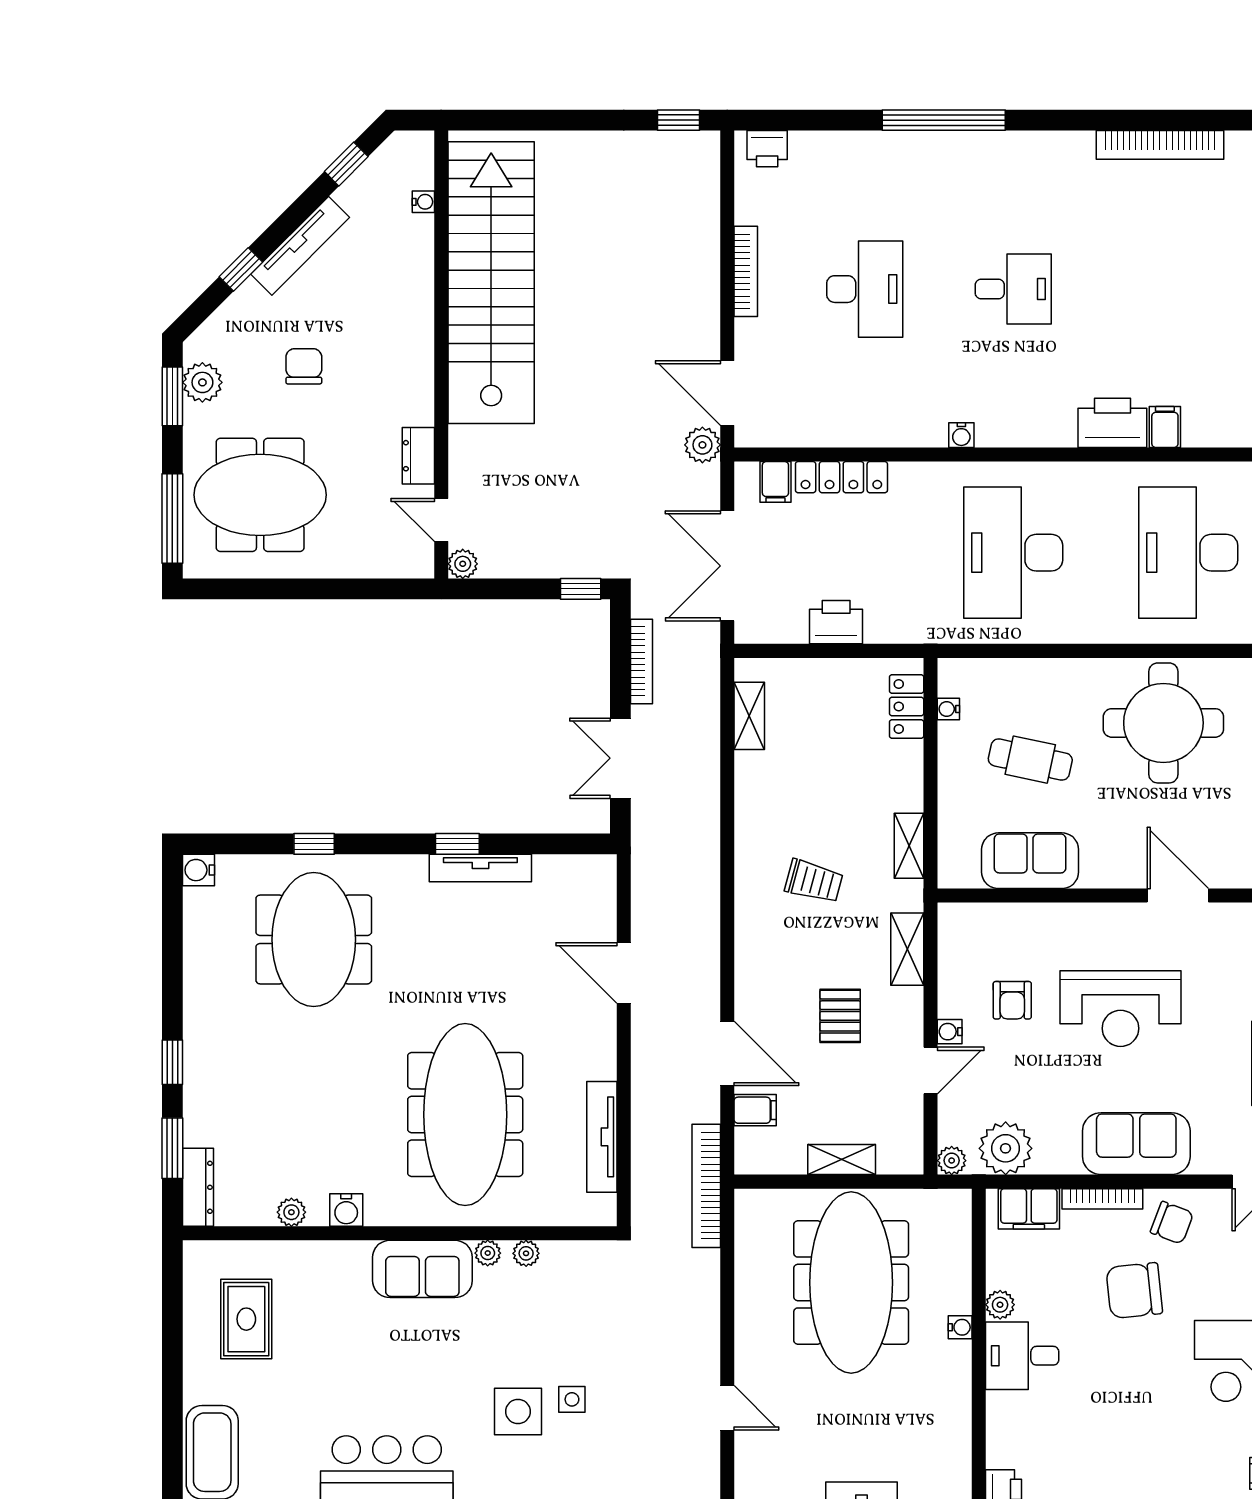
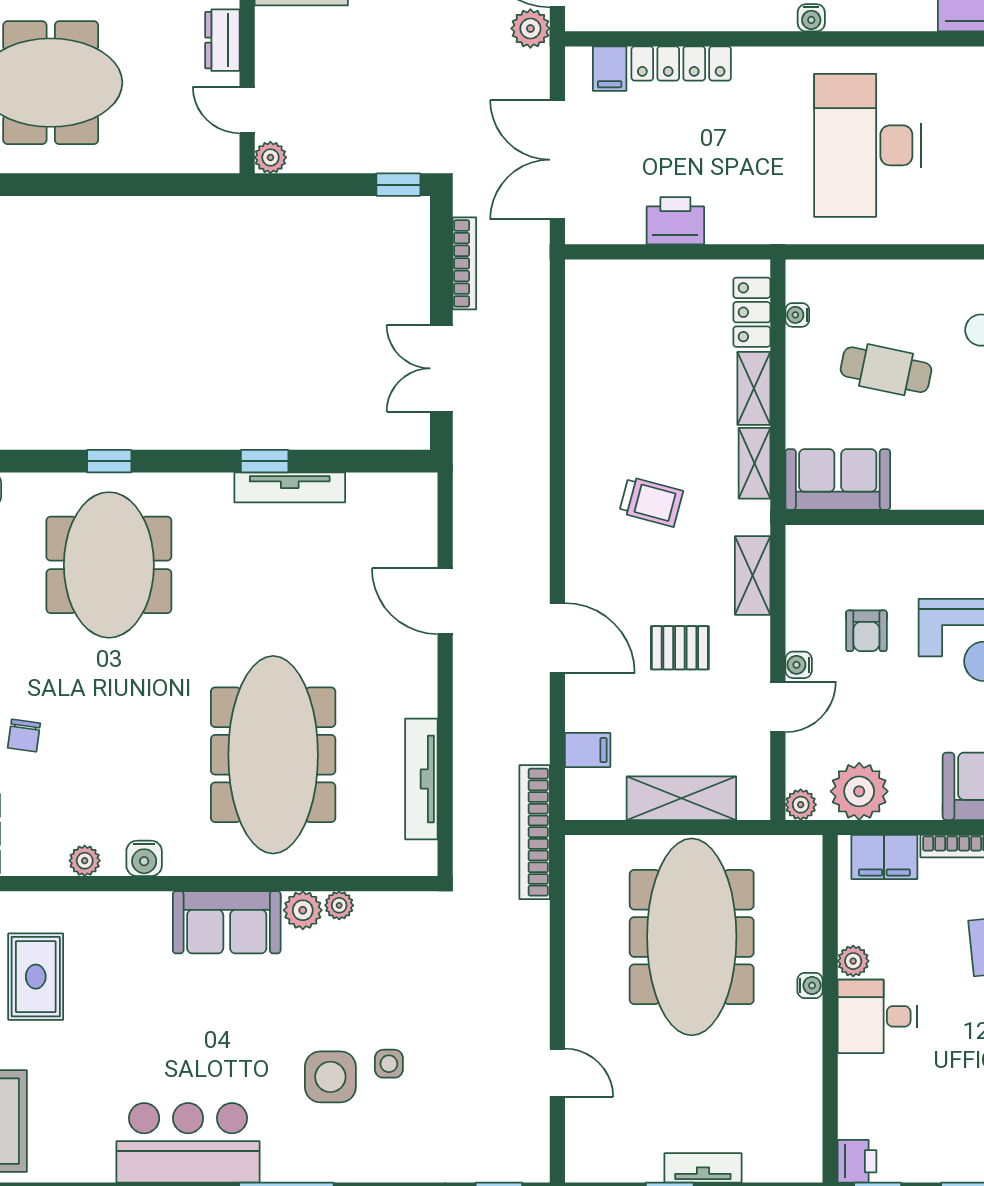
shelving: (749, 716) -> (754, 388), moved
sofa: (1030, 861) -> (838, 479), moved
pallet: (840, 1016) -> (680, 648), turned 90
door: (727, 1053) -> (557, 638), moved
chair: (235, 1097) -> (24, 736), added
shelving: (842, 1160) -> (681, 798), width x1.50, depth x1.33
plant: (488, 1253) -> (303, 910), width x1.38, depth x1.38

